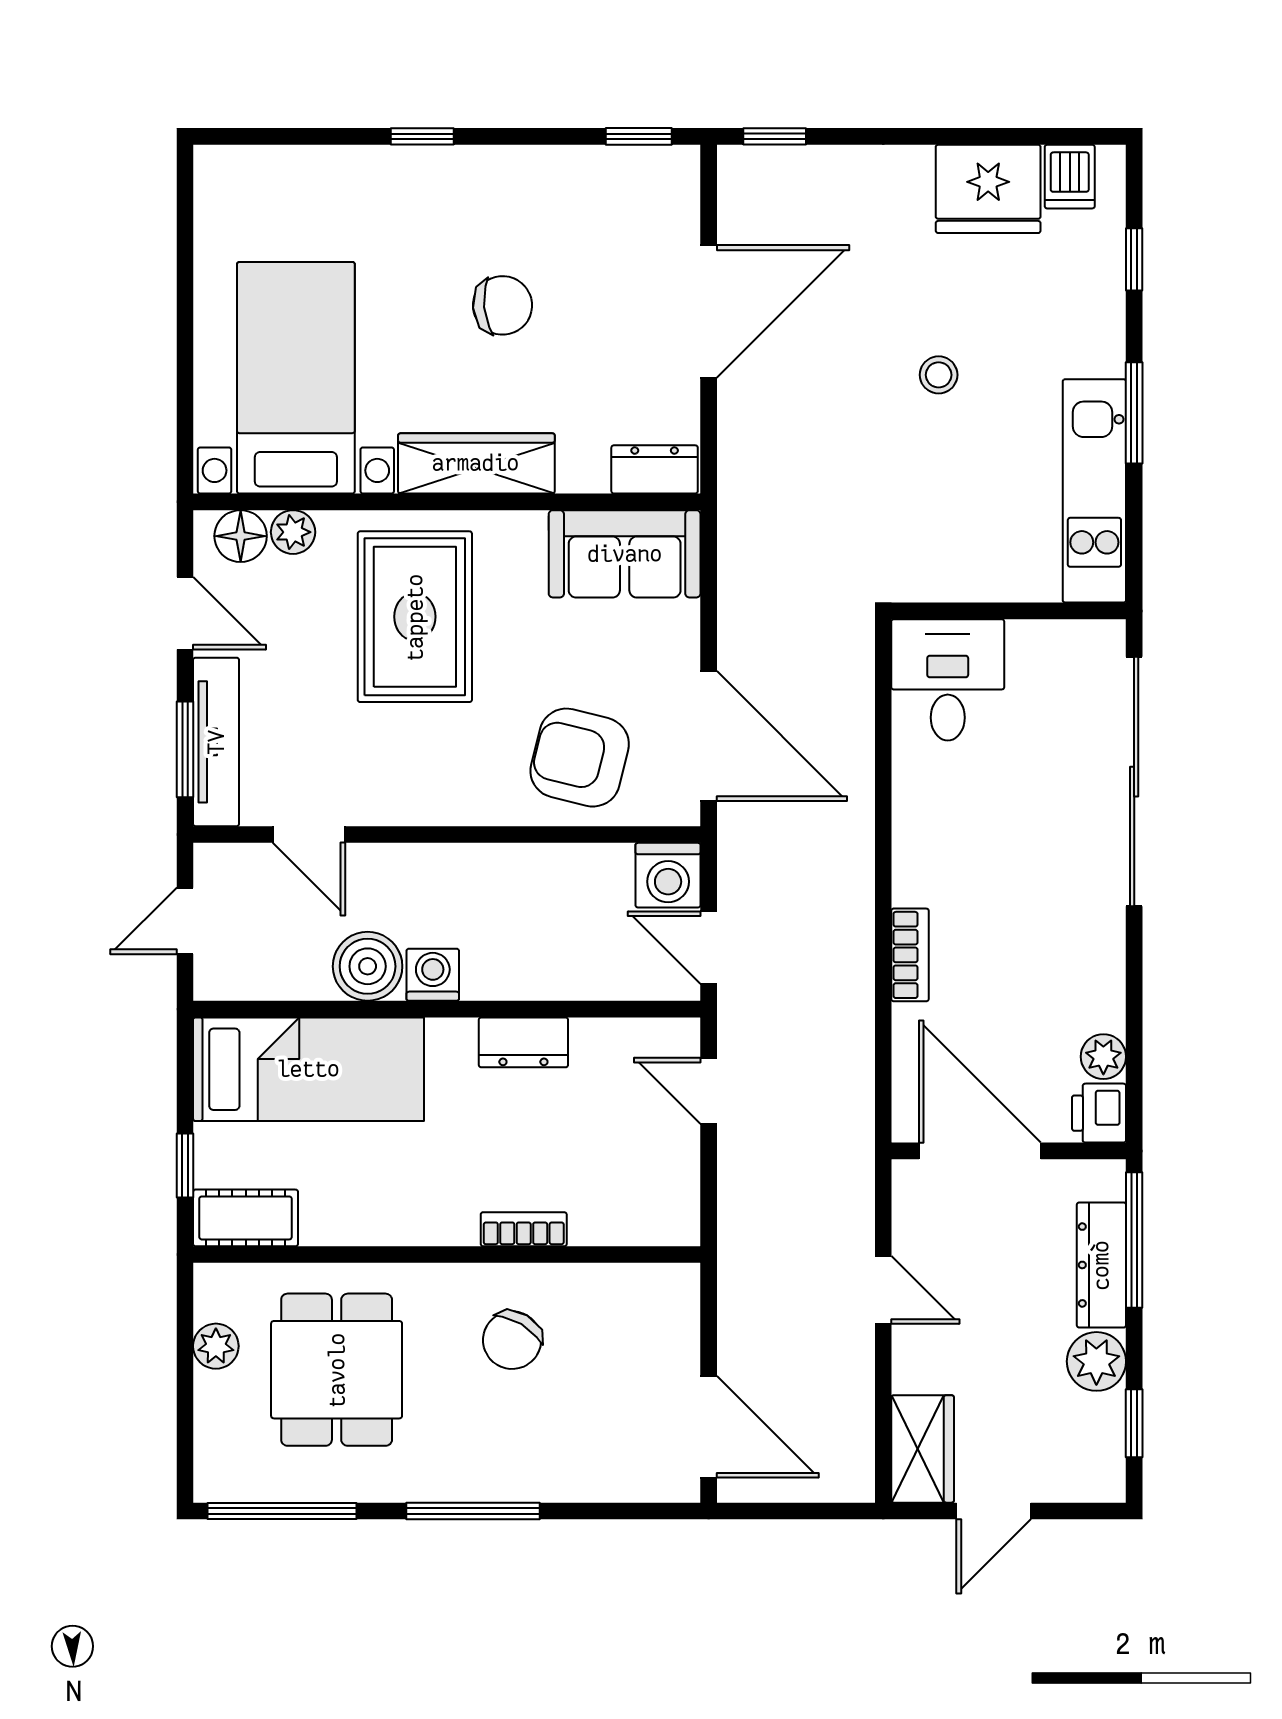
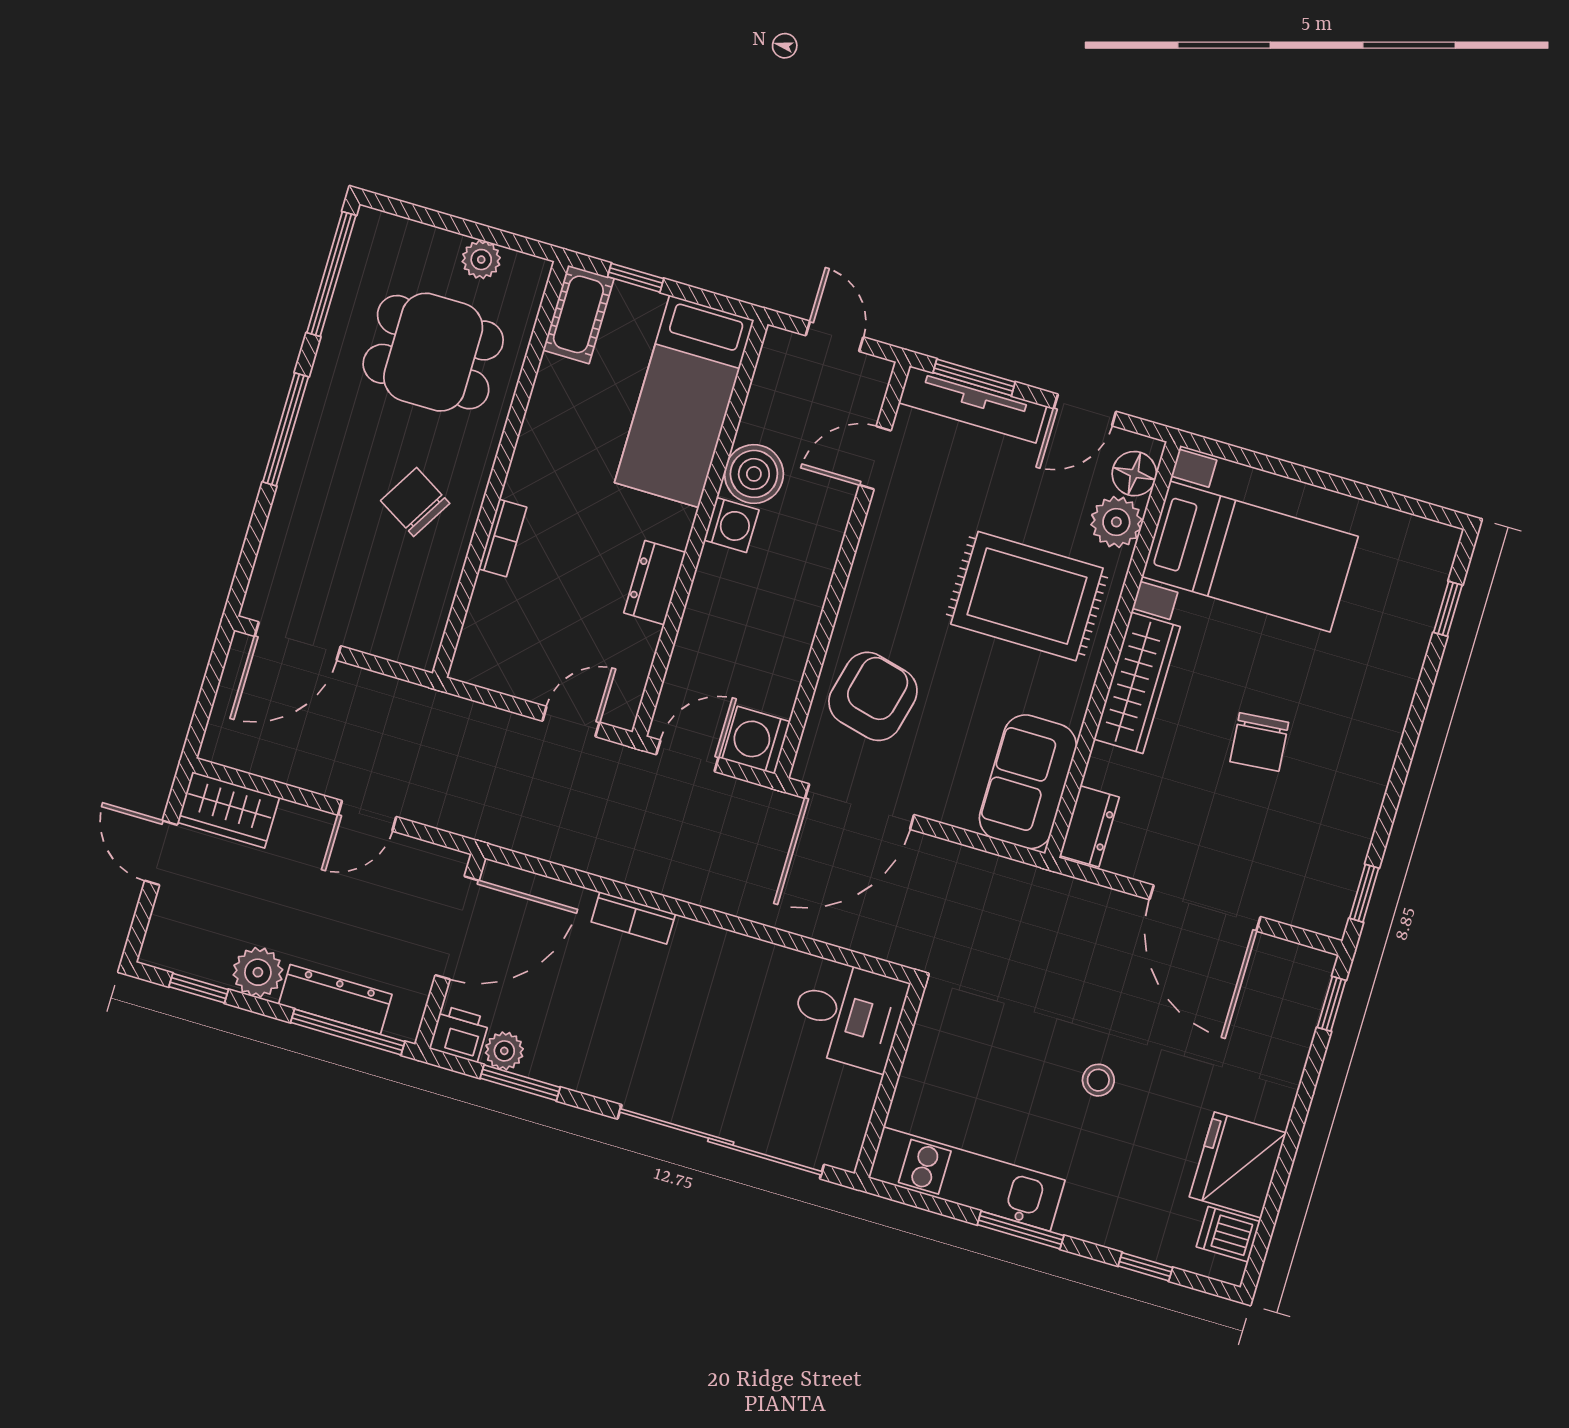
window: (422, 136) -> (1448, 609), moved
plant: (293, 532) -> (1116, 522), width x1.38, depth x1.38
window: (1134, 1028) -> (520, 1083), added

